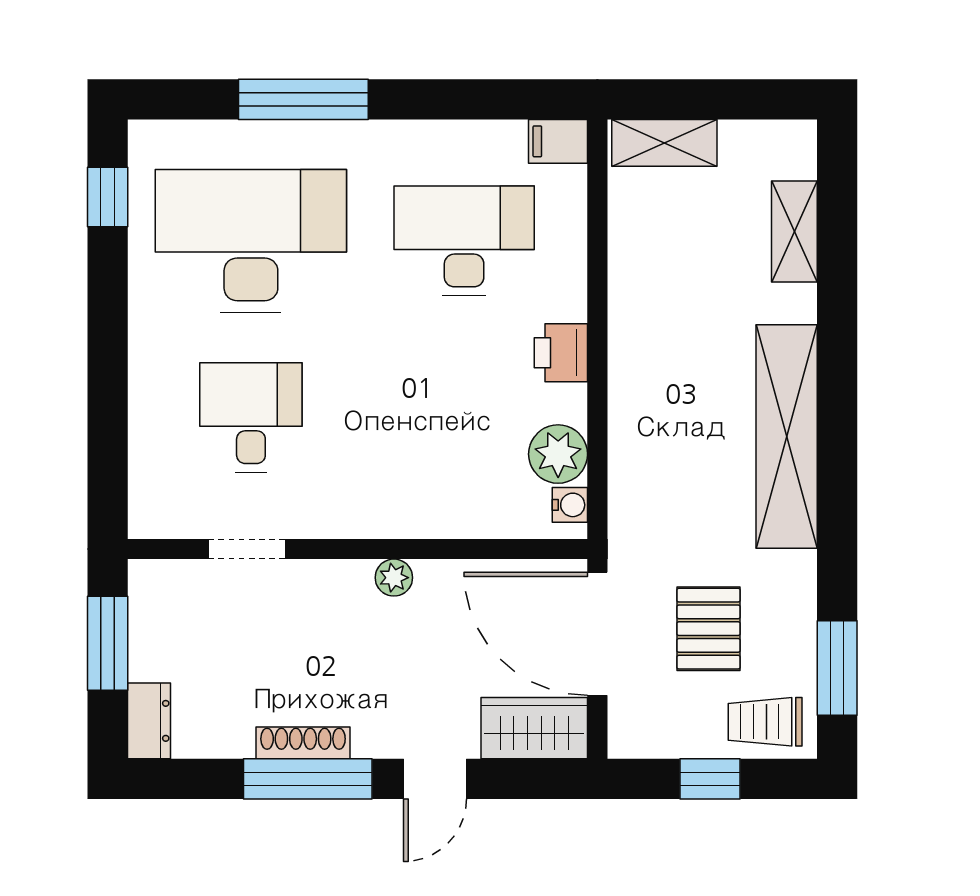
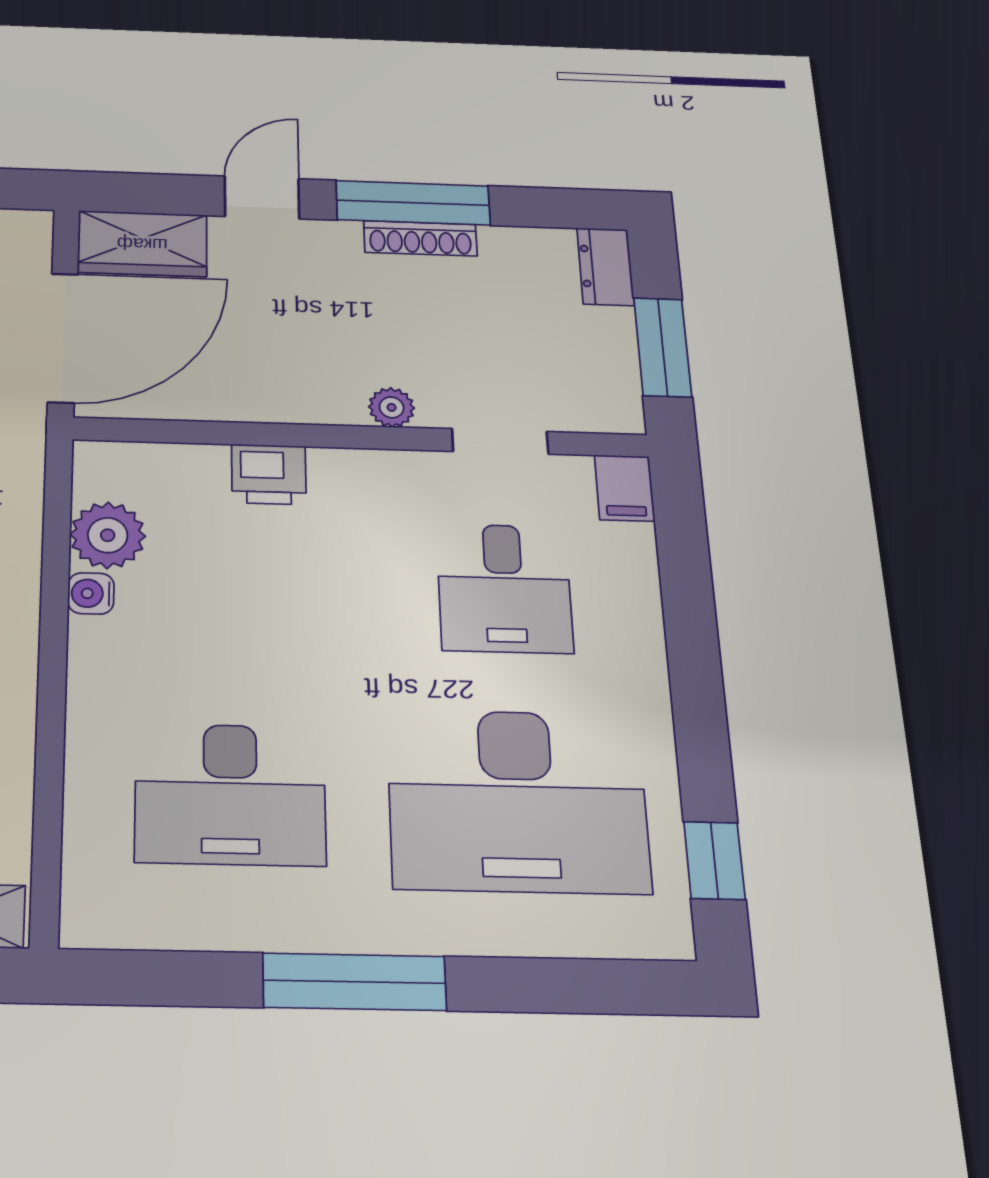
window: (303, 99) -> (355, 982), moved
filing cabinet: (558, 141) -> (625, 488), moved, turned 90
printer: (561, 353) -> (269, 474), moved, turned 90
water cooler: (570, 505) -> (91, 593), moved
plant: (394, 578) -> (392, 407), moved
door: (597, 634) -> (63, 338), hinge flipped

